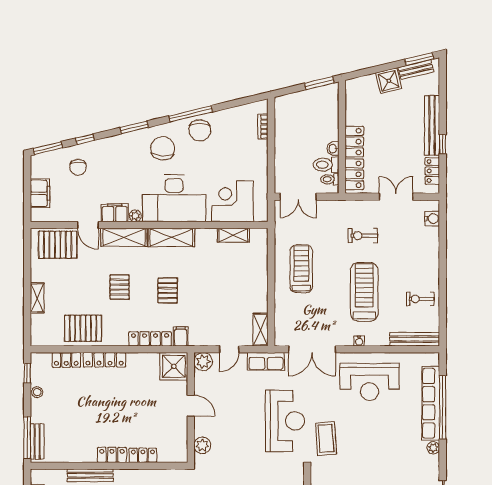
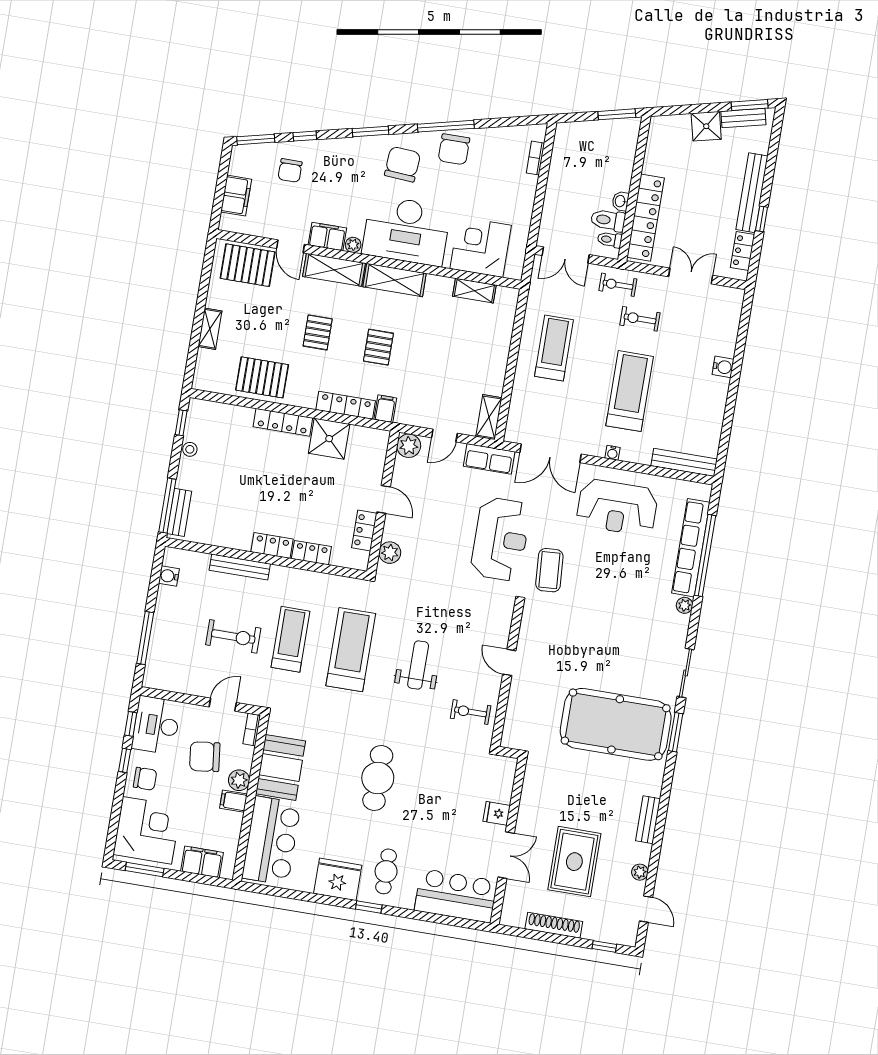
water cooler: (432, 219) -> (723, 367), moved
exercise bike: (420, 299) -> (618, 285), moved
locker: (66, 360) -> (364, 531), moved, turned 90
shower: (174, 366) -> (329, 439), moved

